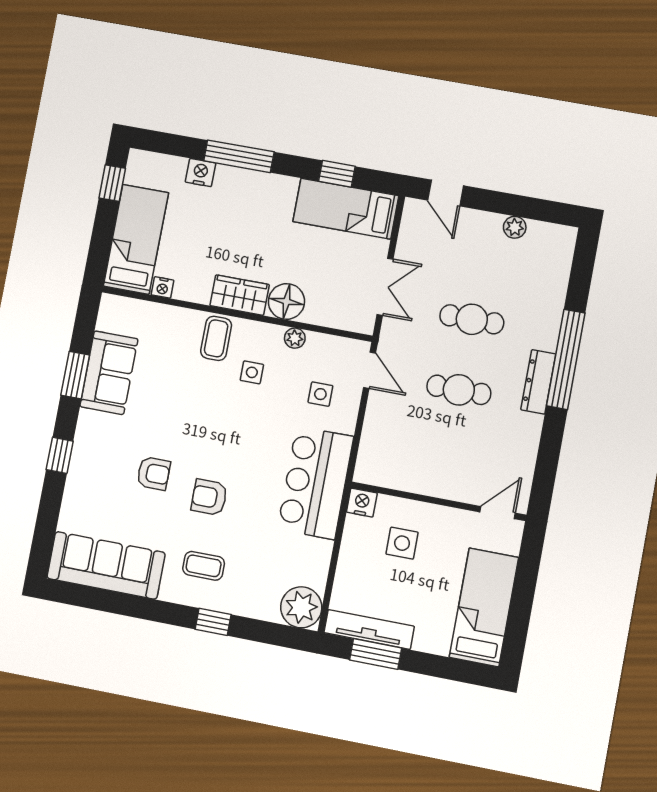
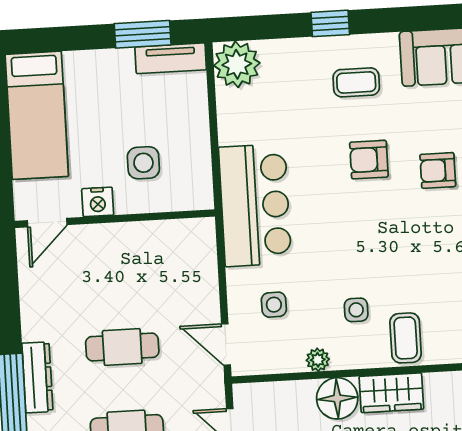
armchair: (209, 497) -> (369, 160), turned 180
nightstand: (362, 503) -> (98, 202), moved
tv unit: (369, 629) -> (171, 58), width x0.71

